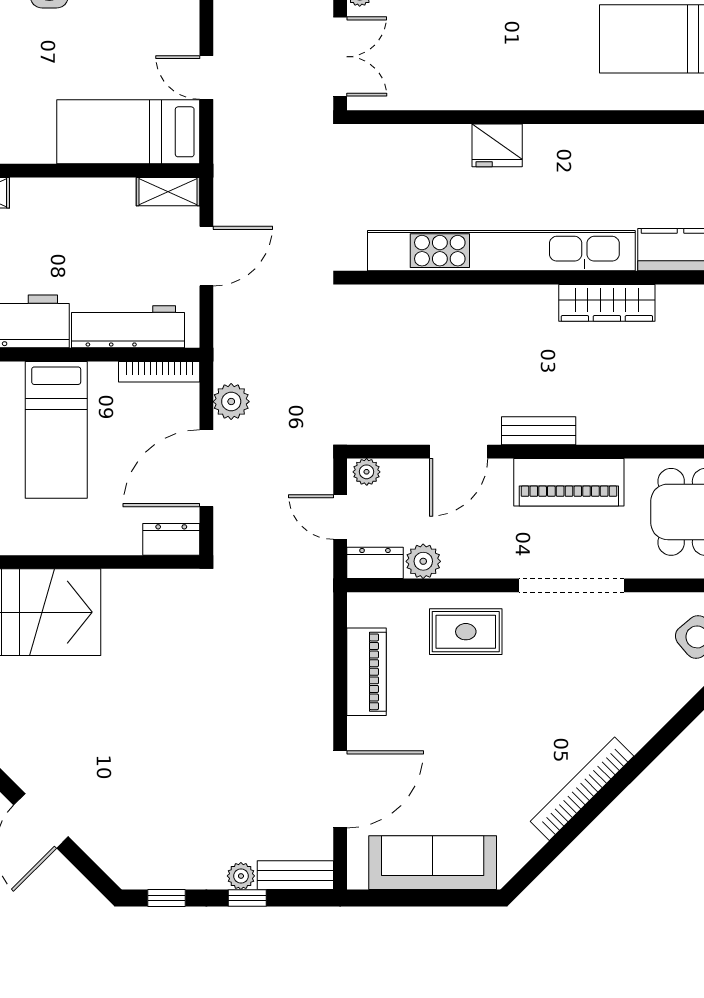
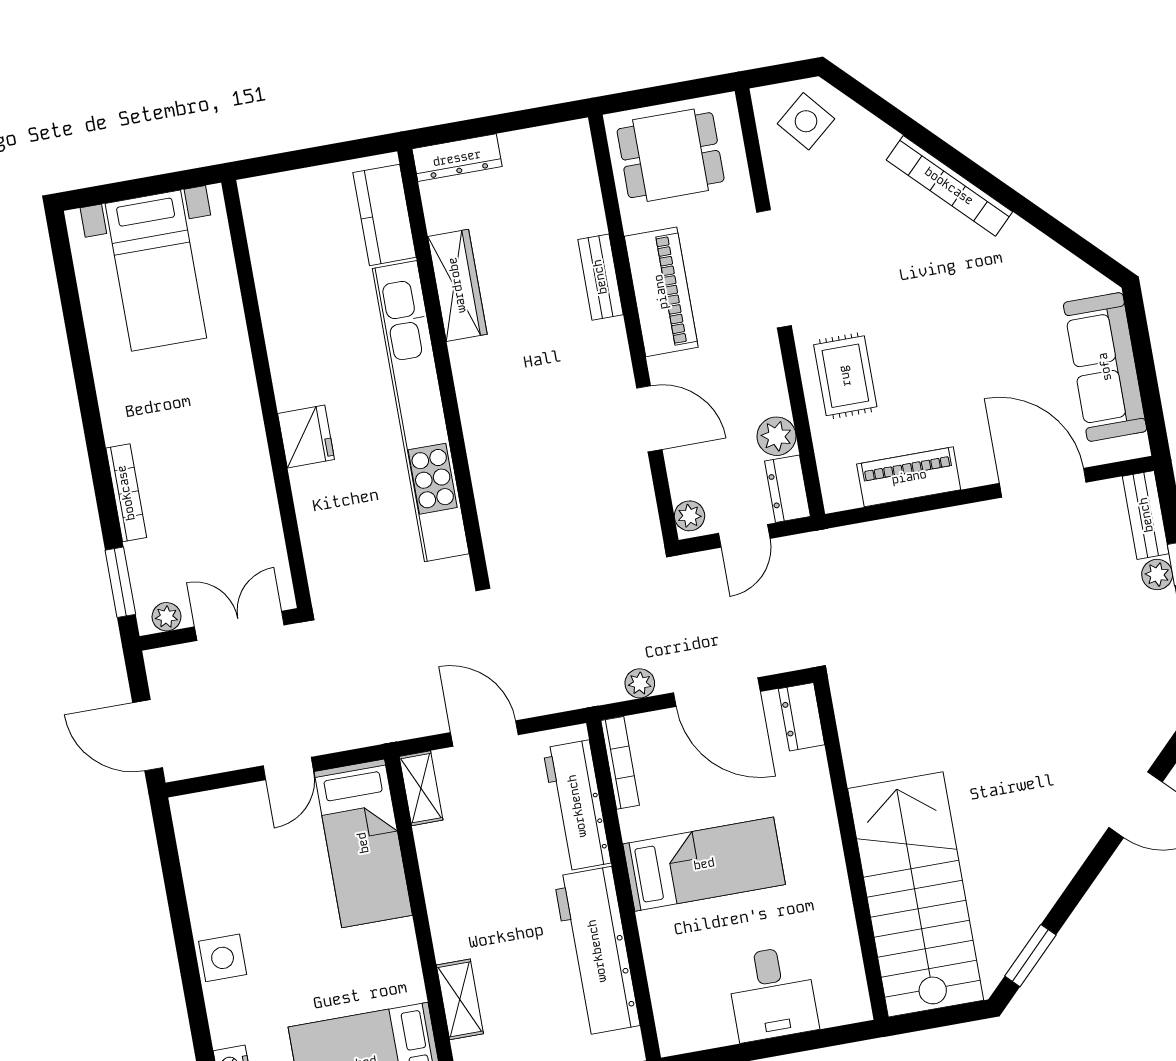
plant: (231, 402) -> (640, 683), width x0.73, depth x0.73
bench: (539, 431) -> (600, 277), moved
bookcase: (582, 789) -> (949, 186), moved

